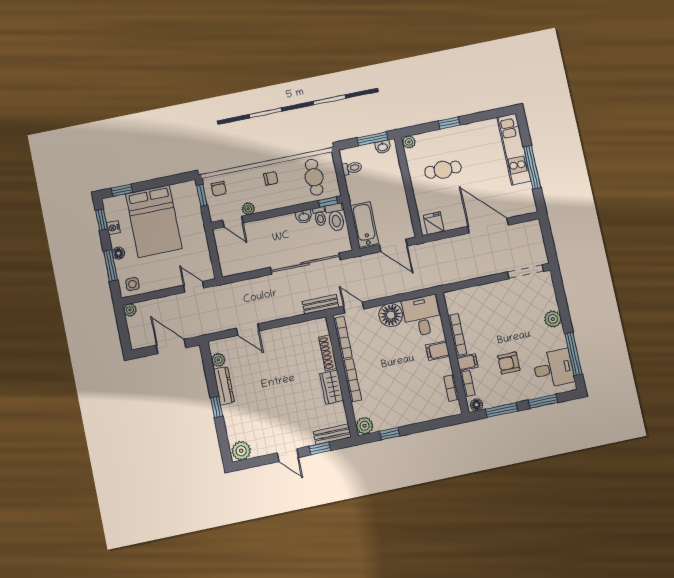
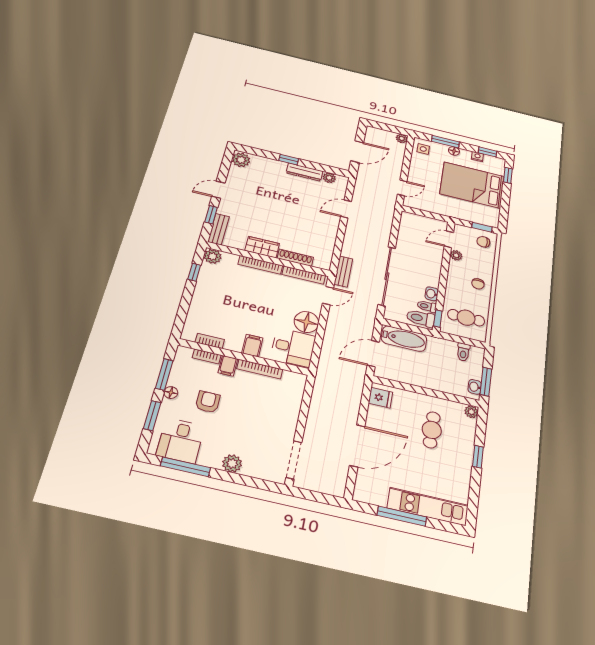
floor lamp: (476, 405) -> (171, 393), moved

